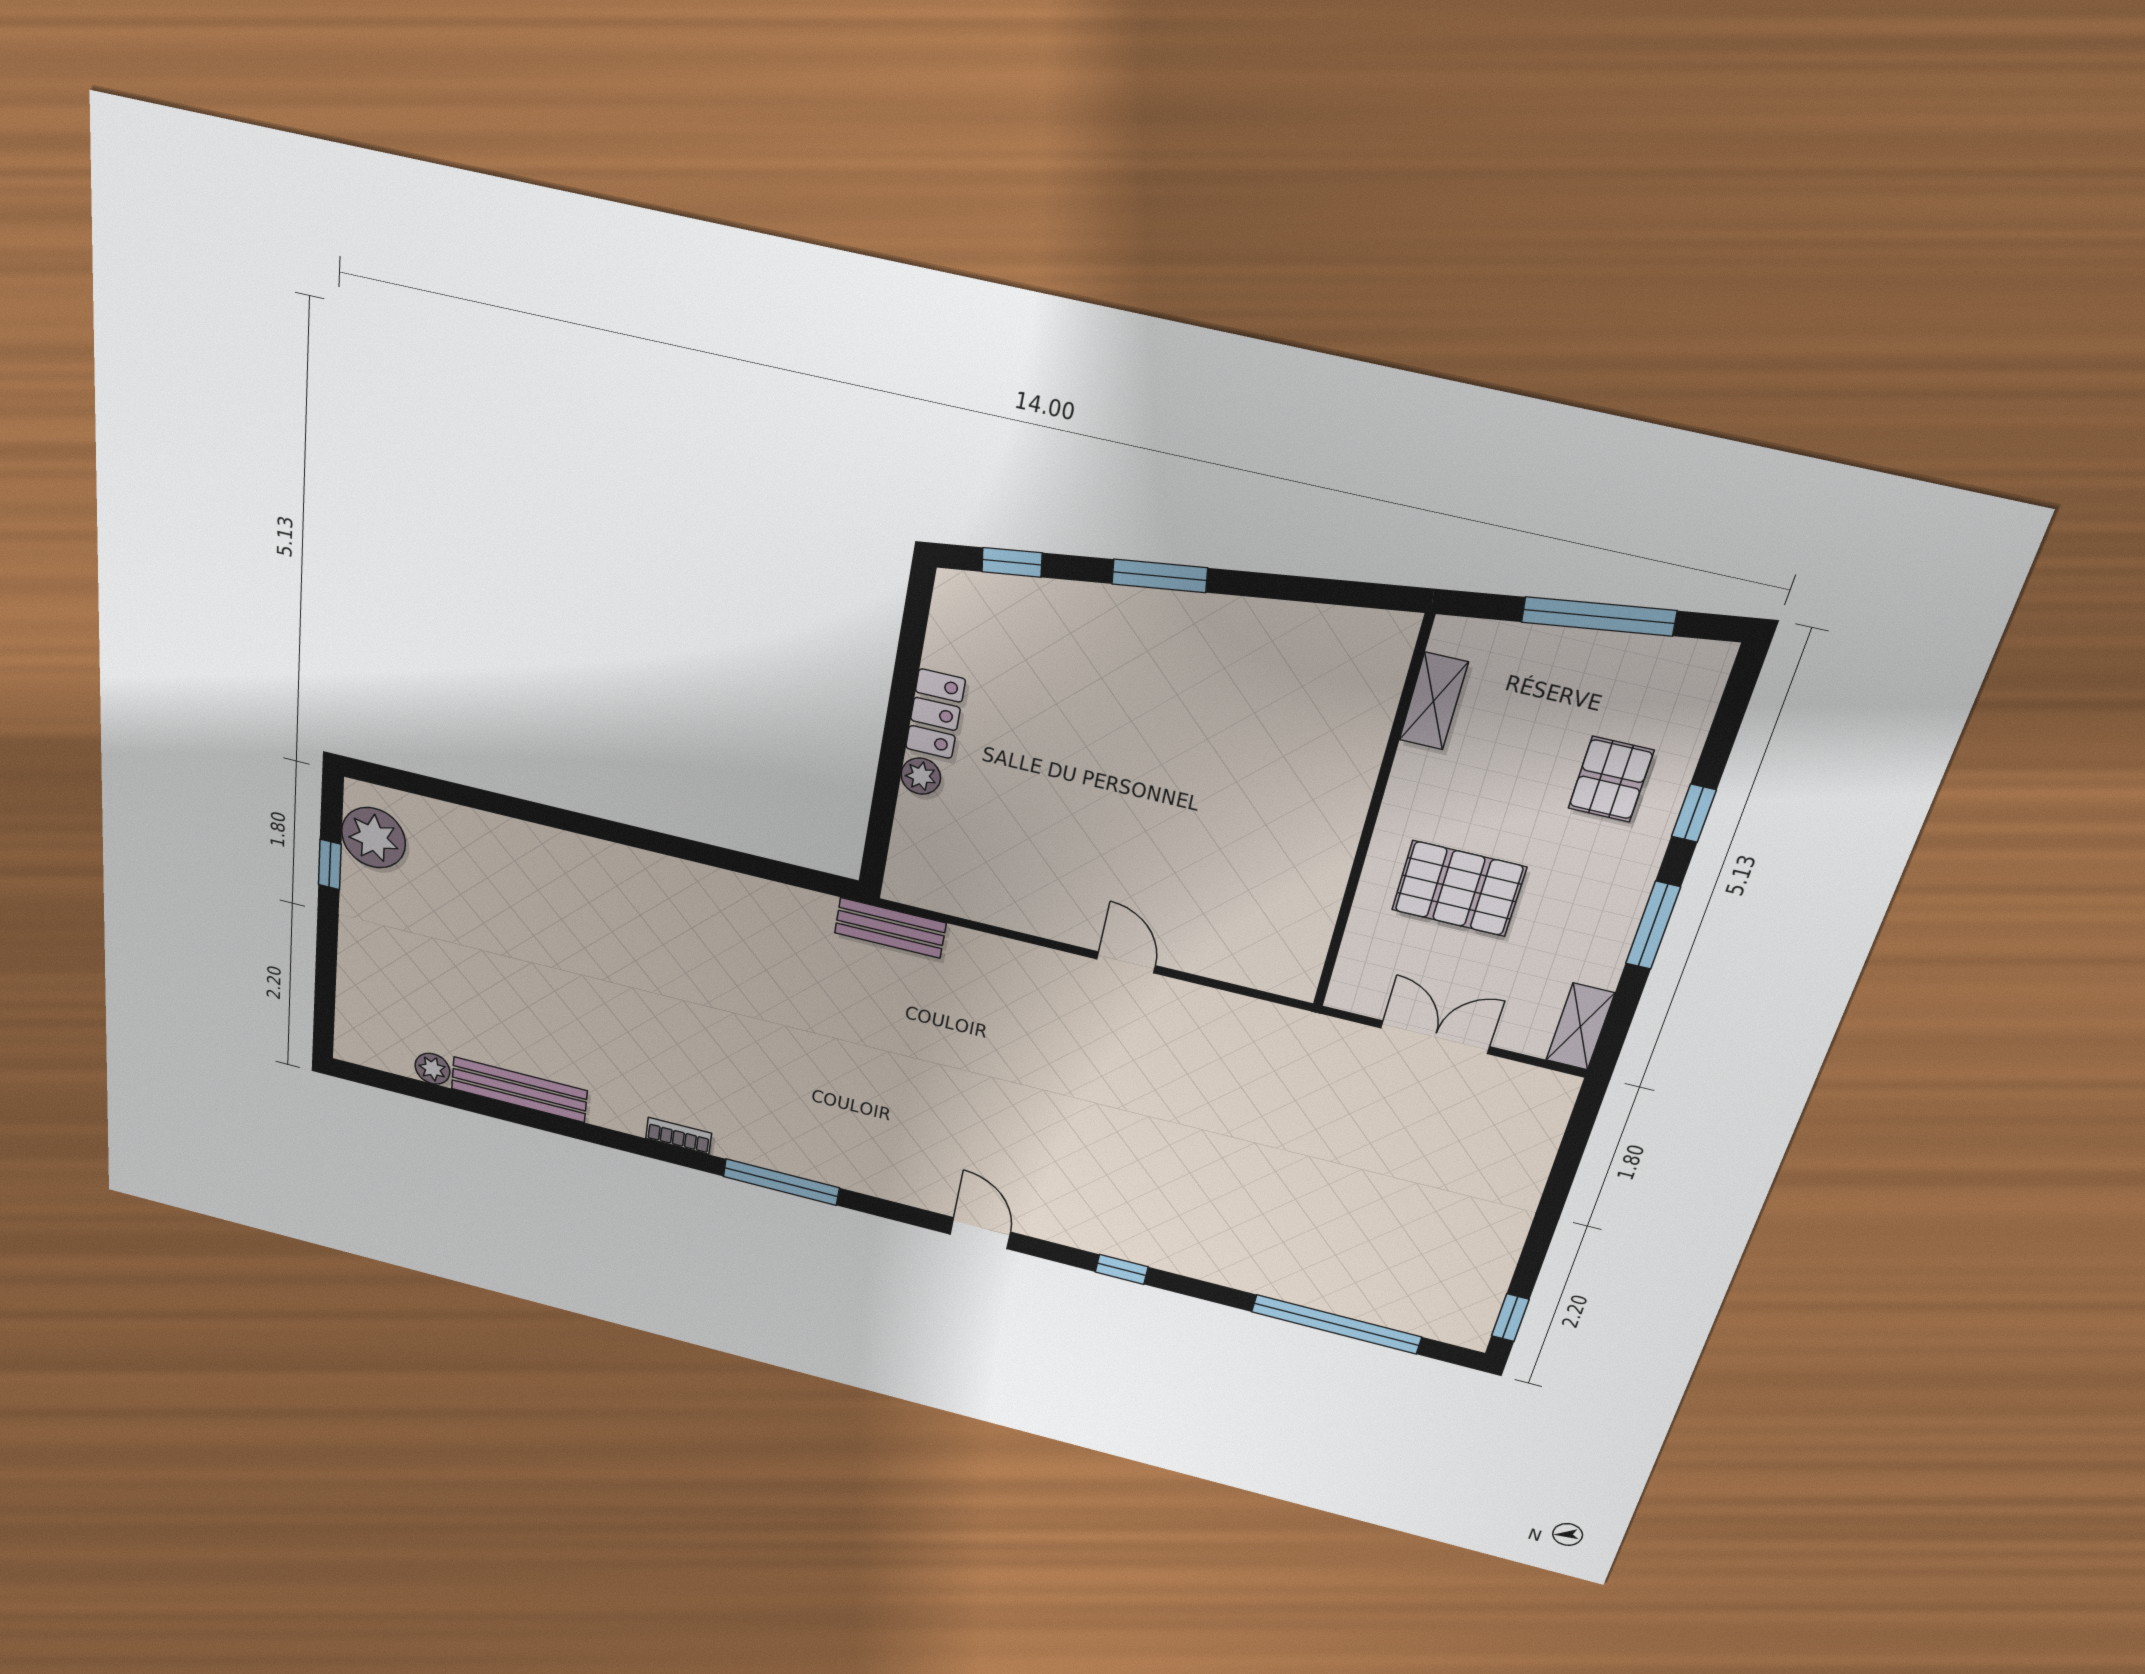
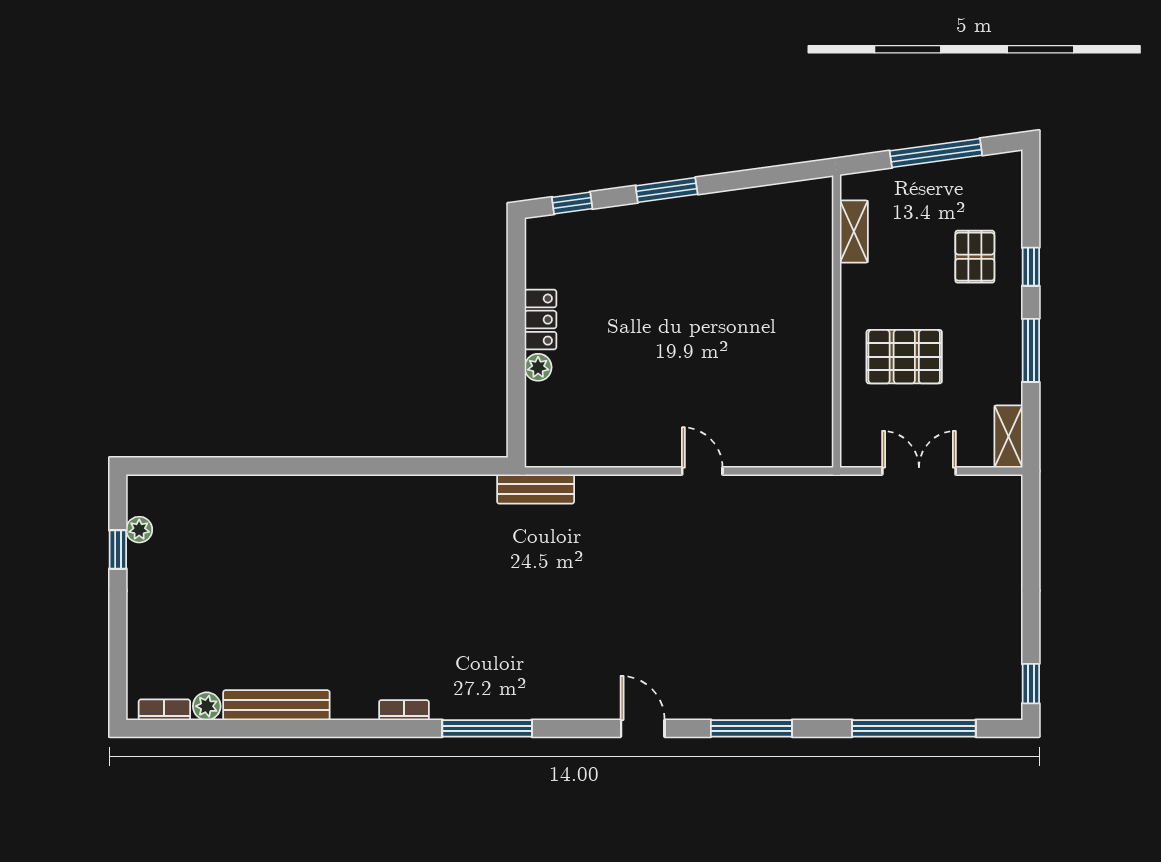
plant: (373, 838) -> (139, 530), width x0.53, depth x0.53
bookcase: (380, 1059) -> (164, 710), added
window: (1122, 1269) -> (751, 728), width x2.17

